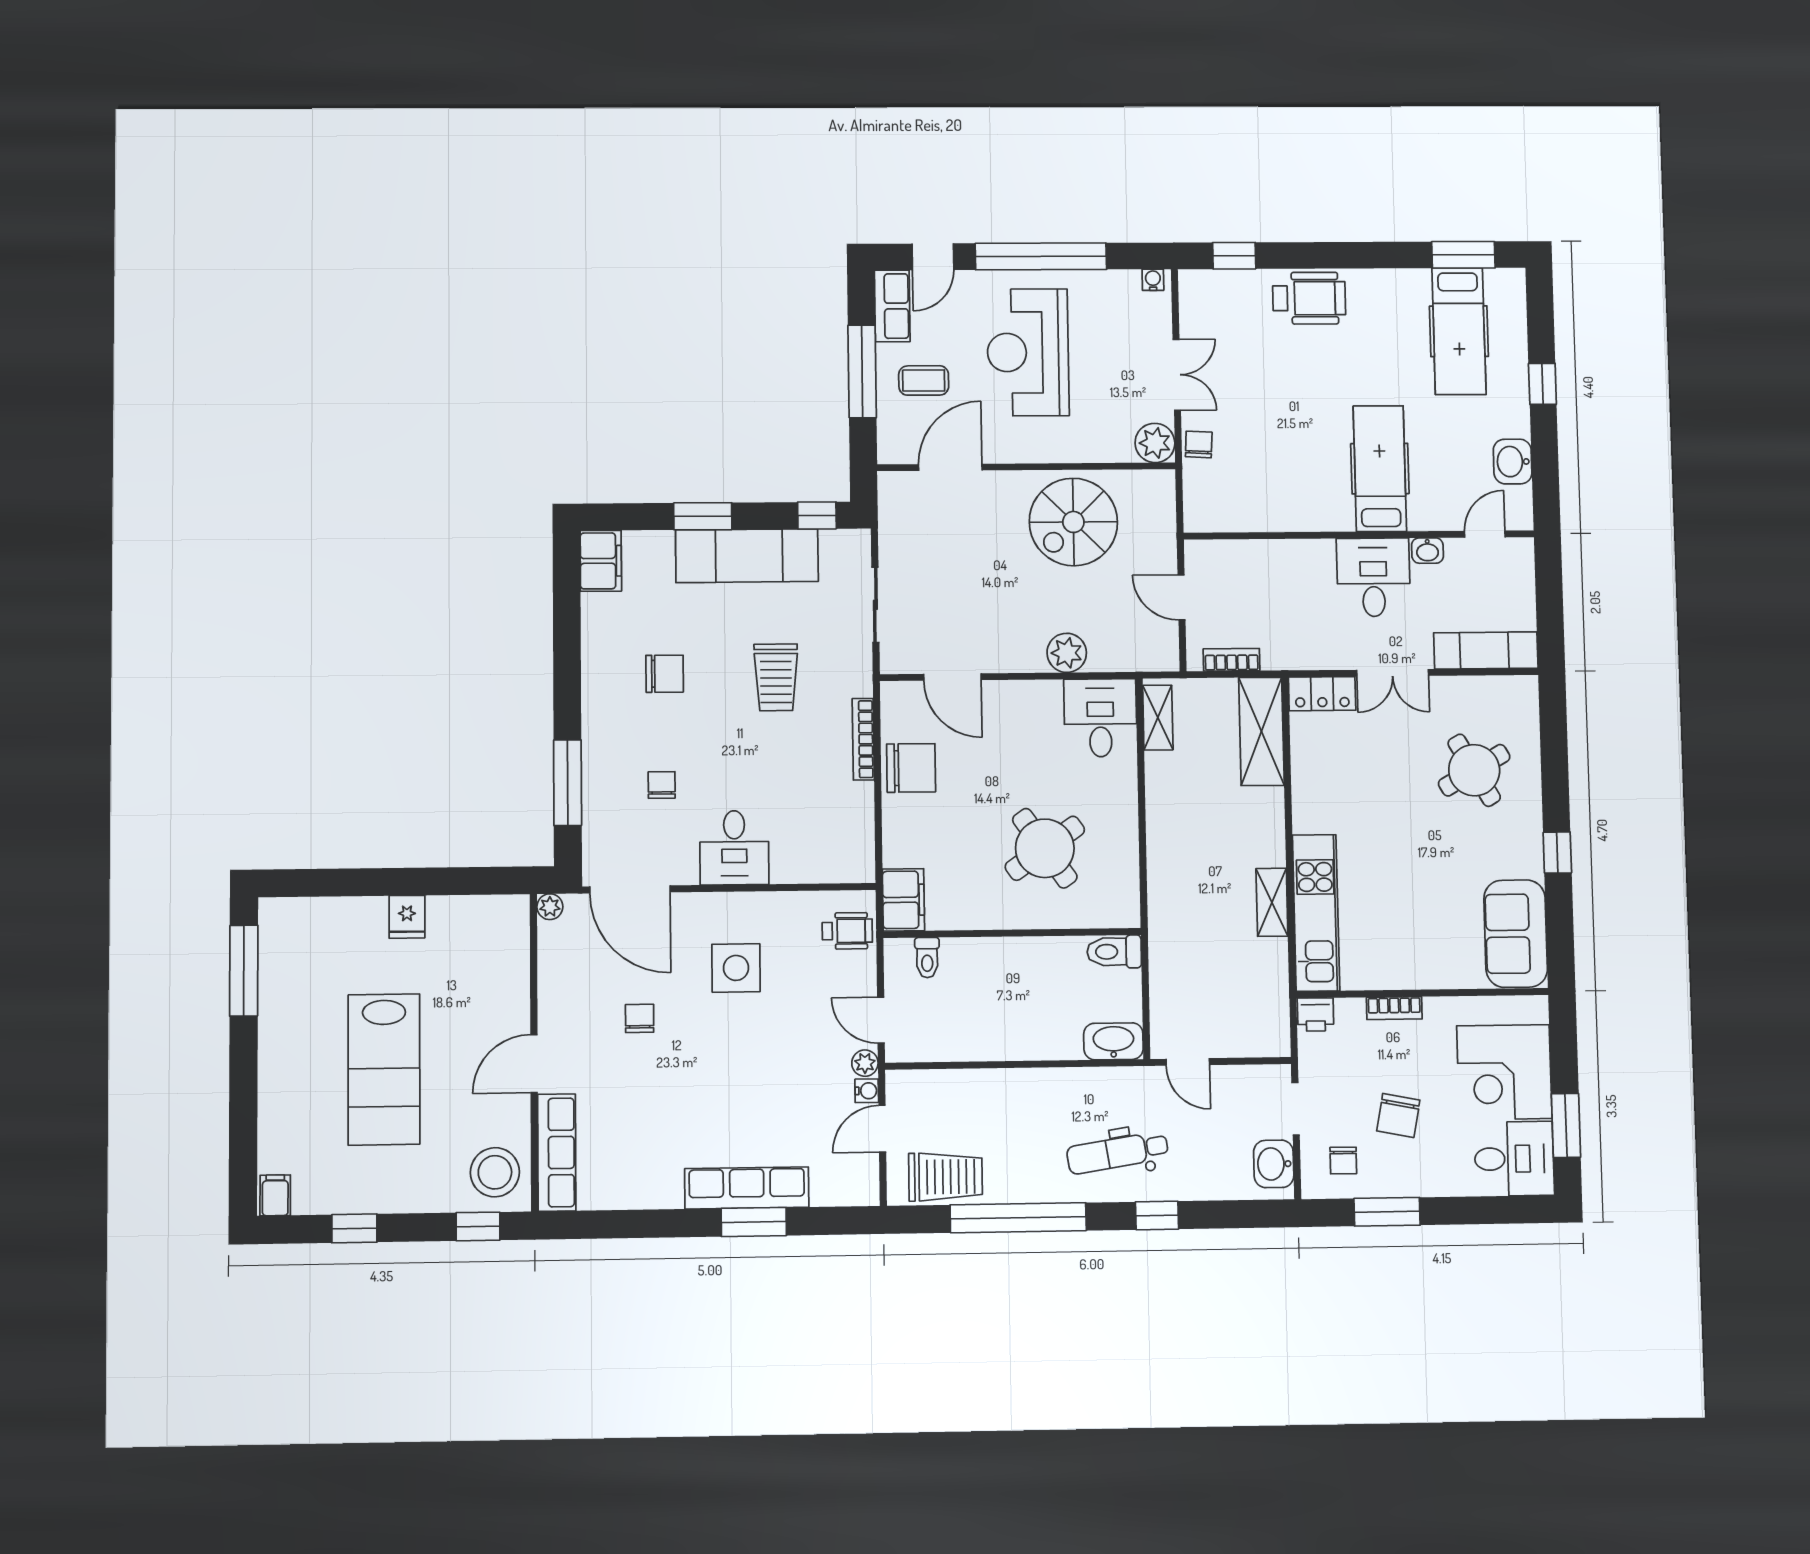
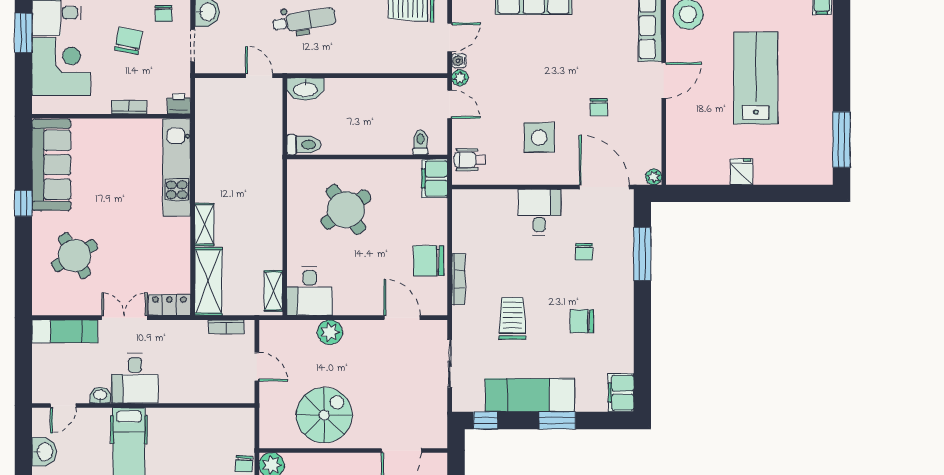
shelving: (1272, 902) -> (204, 224), moved
sofa: (1516, 934) -> (51, 165), width x1.36
chair: (1343, 1160) -> (164, 13), turned 180

